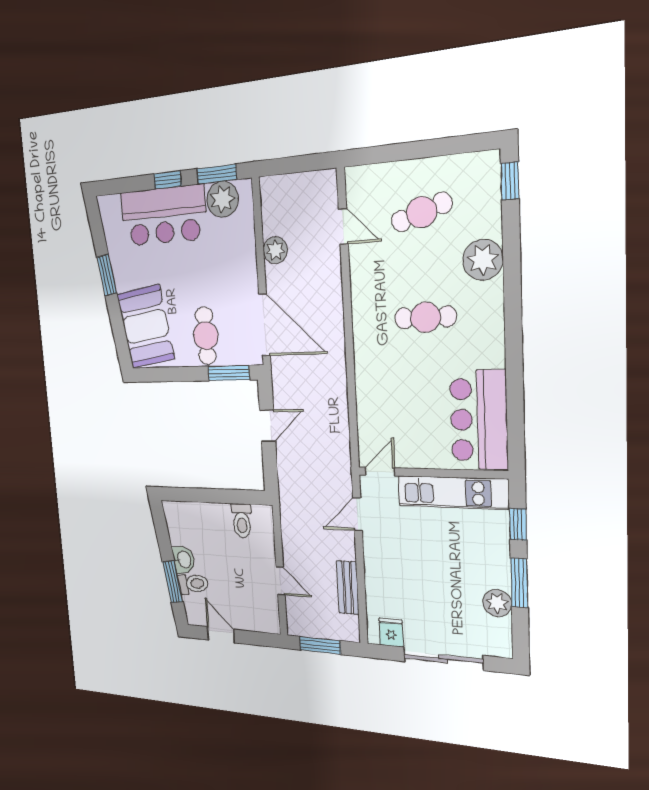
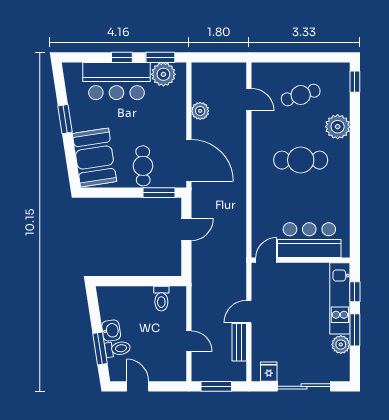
cafe table: (425, 317) -> (301, 160), width x1.37, depth x1.35
bar counter: (479, 420) -> (309, 240), moved, turned 90
kitchen unit: (453, 493) -> (340, 298), moved, turned 90
door: (358, 514) -> (249, 312), moved

